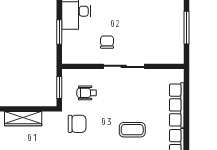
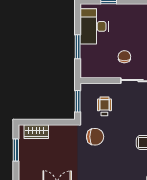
wheelchair: (87, 93) -> (104, 106), turned 90
wardrobe: (23, 119) -> (36, 132), width x0.67

